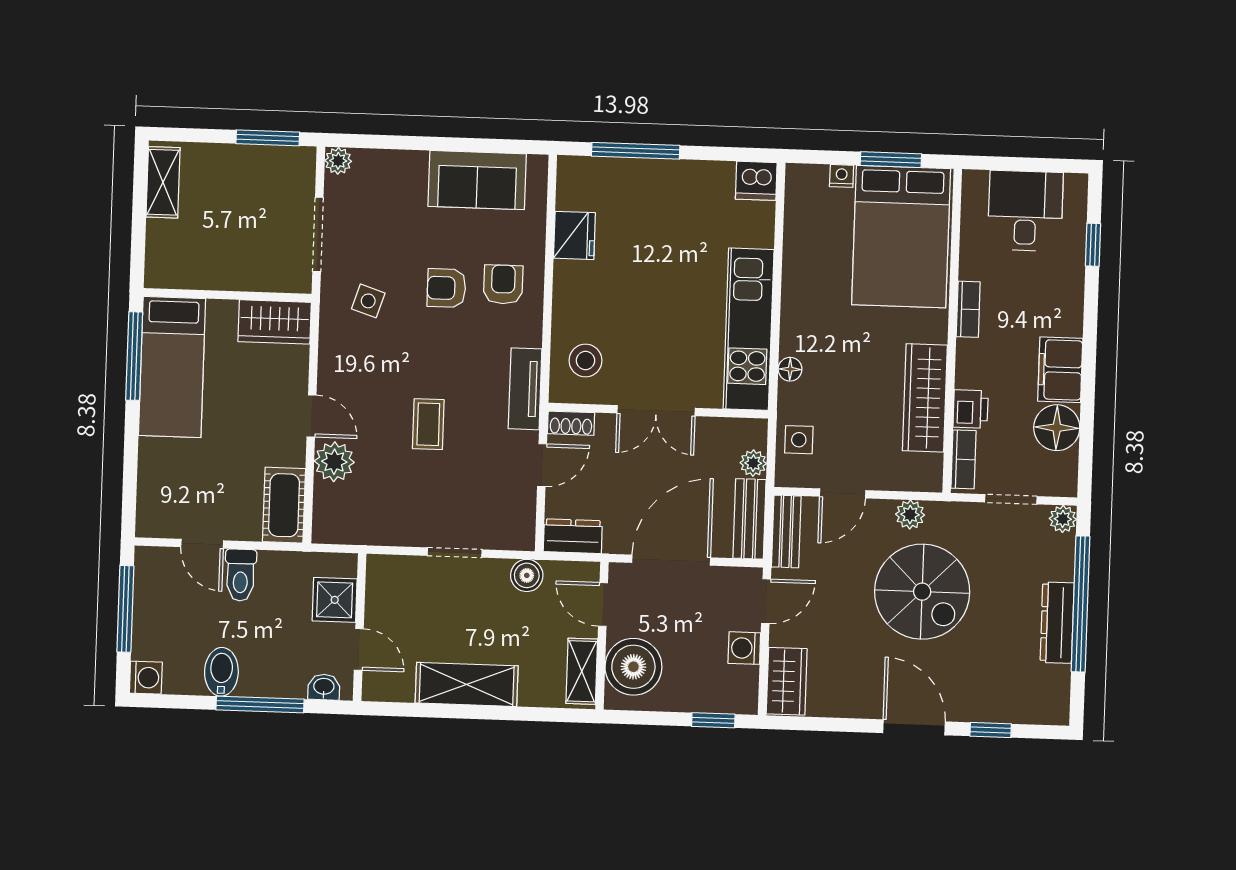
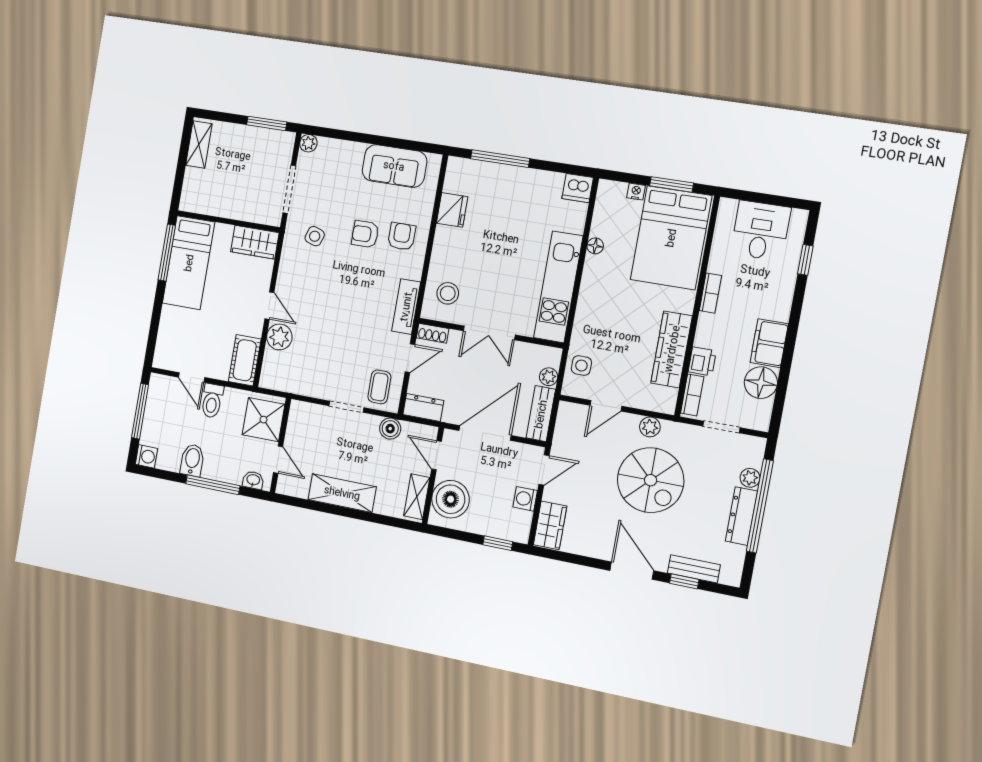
floor lamp: (790, 369) -> (595, 246), moved
coffee table: (428, 424) -> (379, 387), moved
plant: (1063, 519) -> (750, 478), moved
bench: (786, 531) -> (694, 569), moved, turned 90
shower: (335, 600) -> (264, 420), width x1.36, depth x1.36

